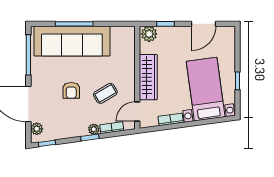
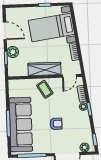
plant: (149, 34) -> (13, 52), moved
coffee table: (105, 93) -> (45, 89), moved
door: (137, 111) -> (69, 76), hinge flipped

